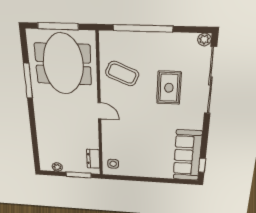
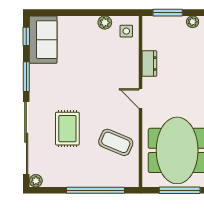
window: (205, 134) -> (26, 77), added
sofa: (187, 155) -> (43, 40), width x0.73
dresser: (93, 159) -> (149, 64), moved
plant: (132, 171) -> (105, 23), added

